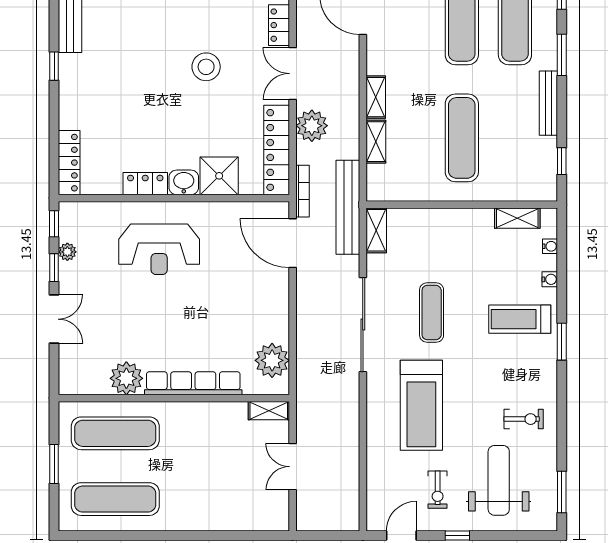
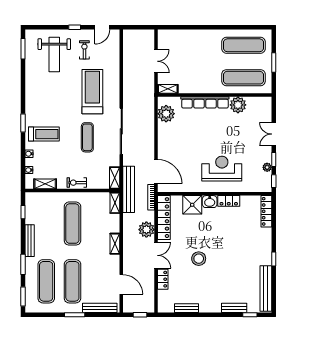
shelving: (376, 142) -> (115, 203), moved
exercise bike: (524, 419) -> (77, 183), moved

